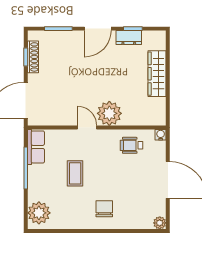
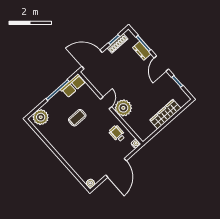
door: (98, 29) -> (161, 63), hinge flipped
dresser: (129, 38) -> (142, 51), moved
chair: (104, 209) -> (72, 149), removed

